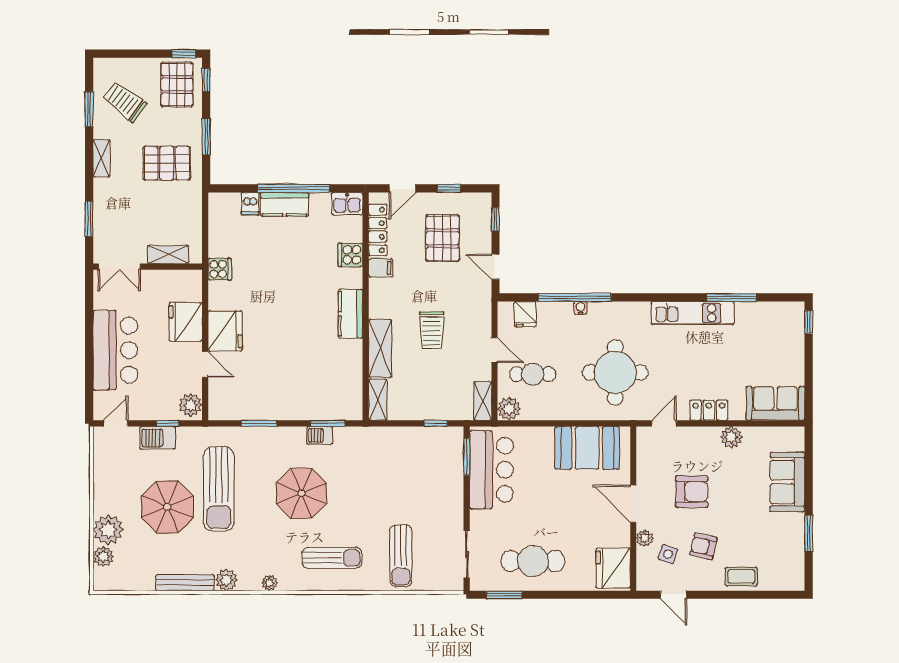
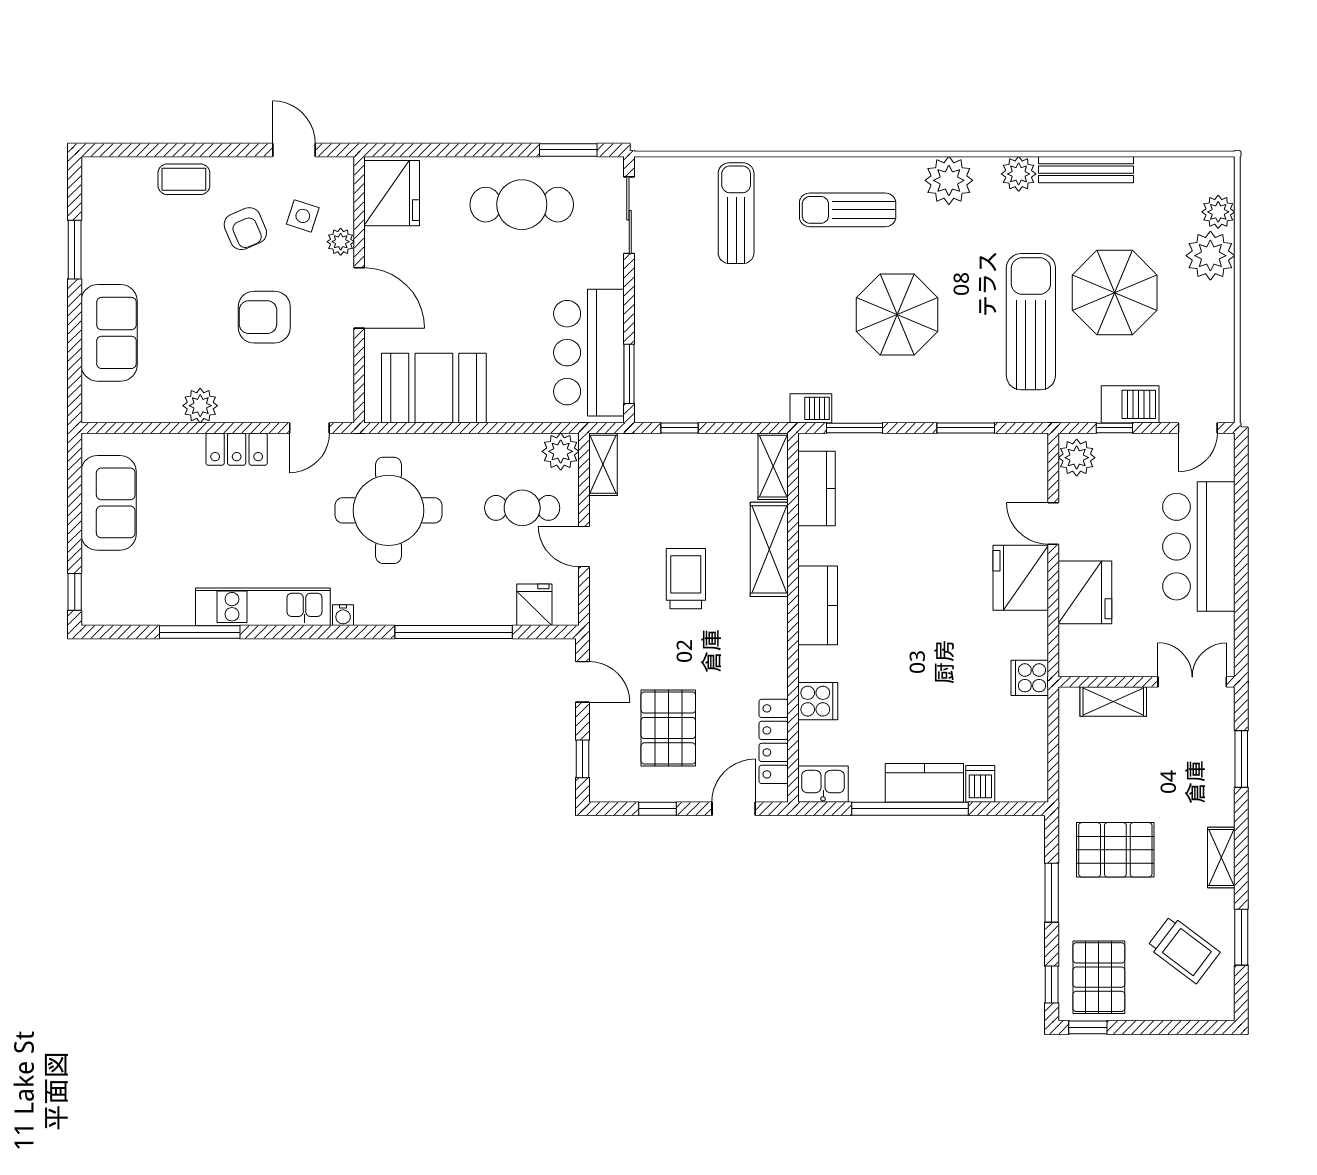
filing cabinet: (381, 268) -> (768, 680), removed
water cooler: (580, 308) -> (343, 615), moved
kitchen counter: (351, 386) -> (816, 489), added
sofa: (775, 403) -> (109, 503), moved, turned -90
barbecue: (320, 435) -> (811, 408), moved
armchair: (703, 546) -> (245, 229), turned 54
plant: (269, 583) -> (949, 180), width x1.88, depth x1.88

